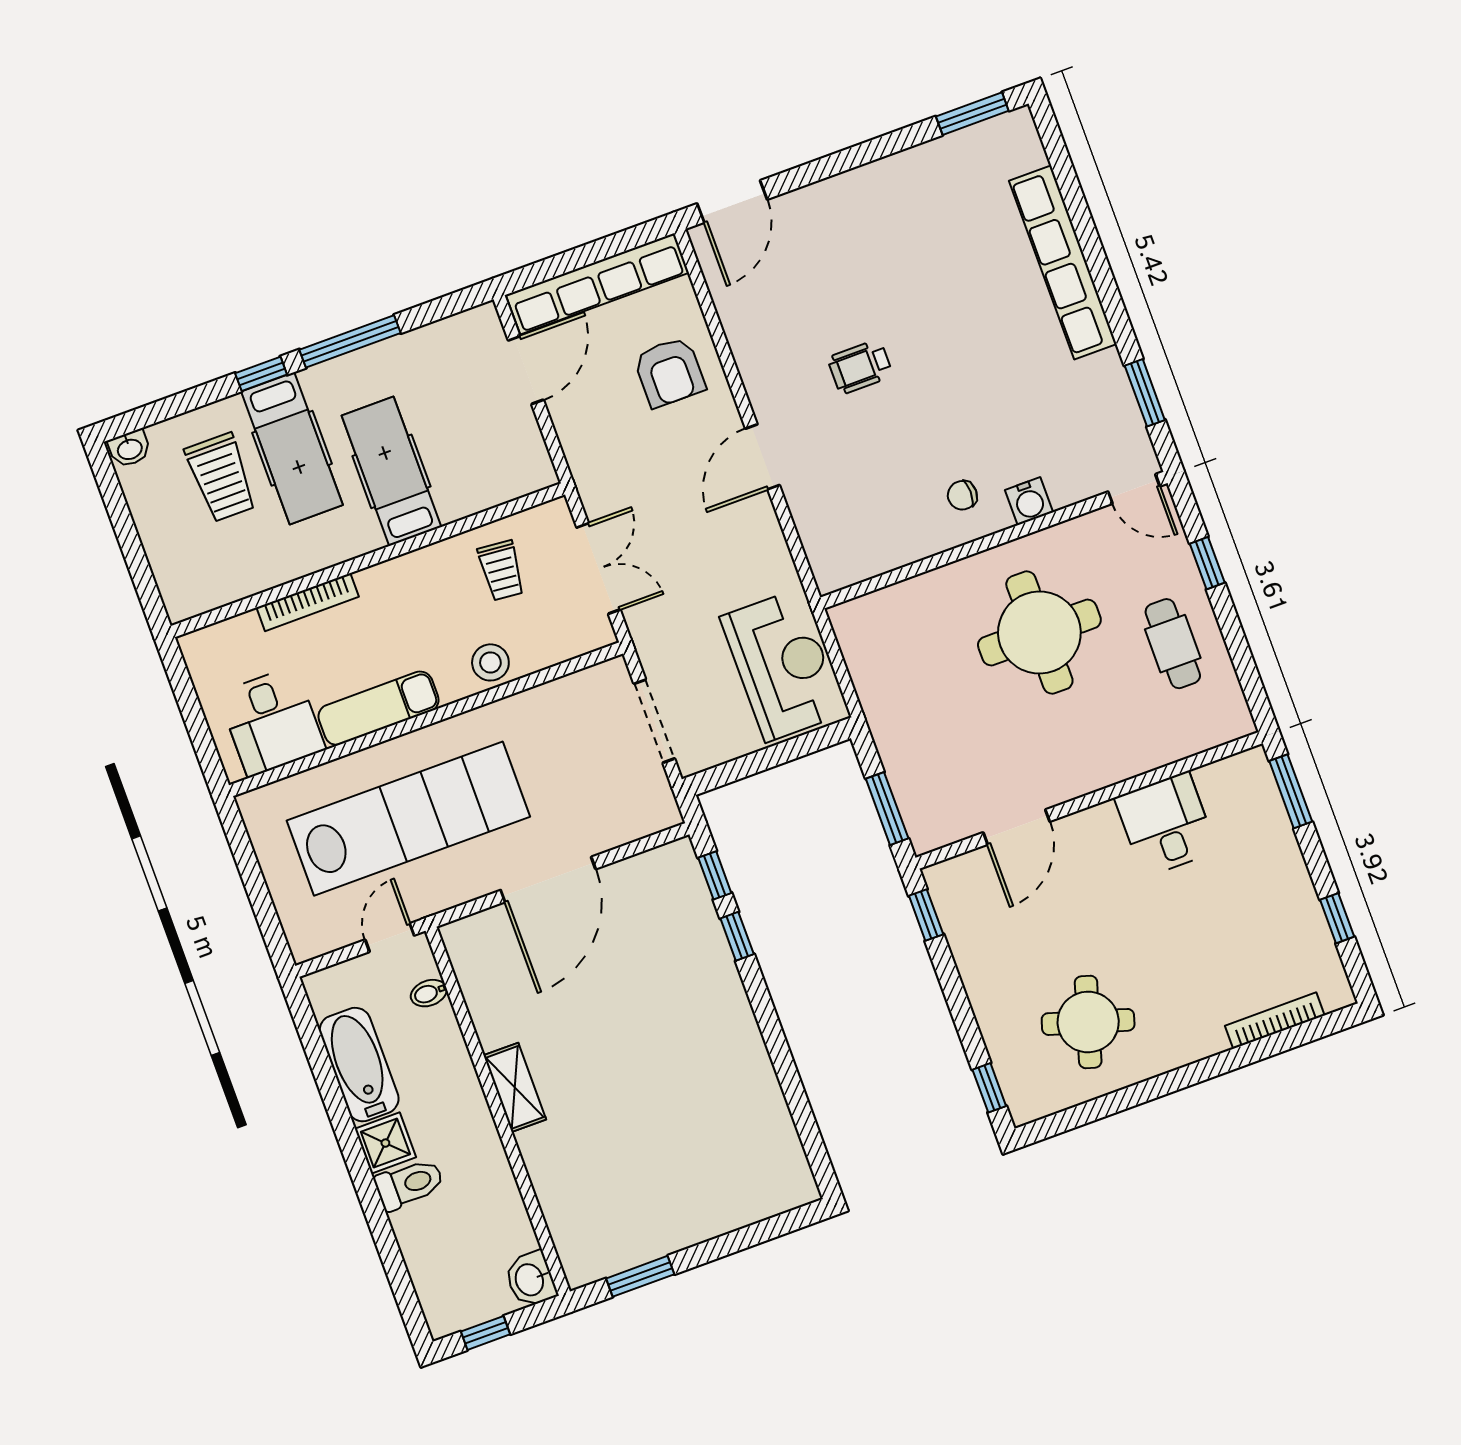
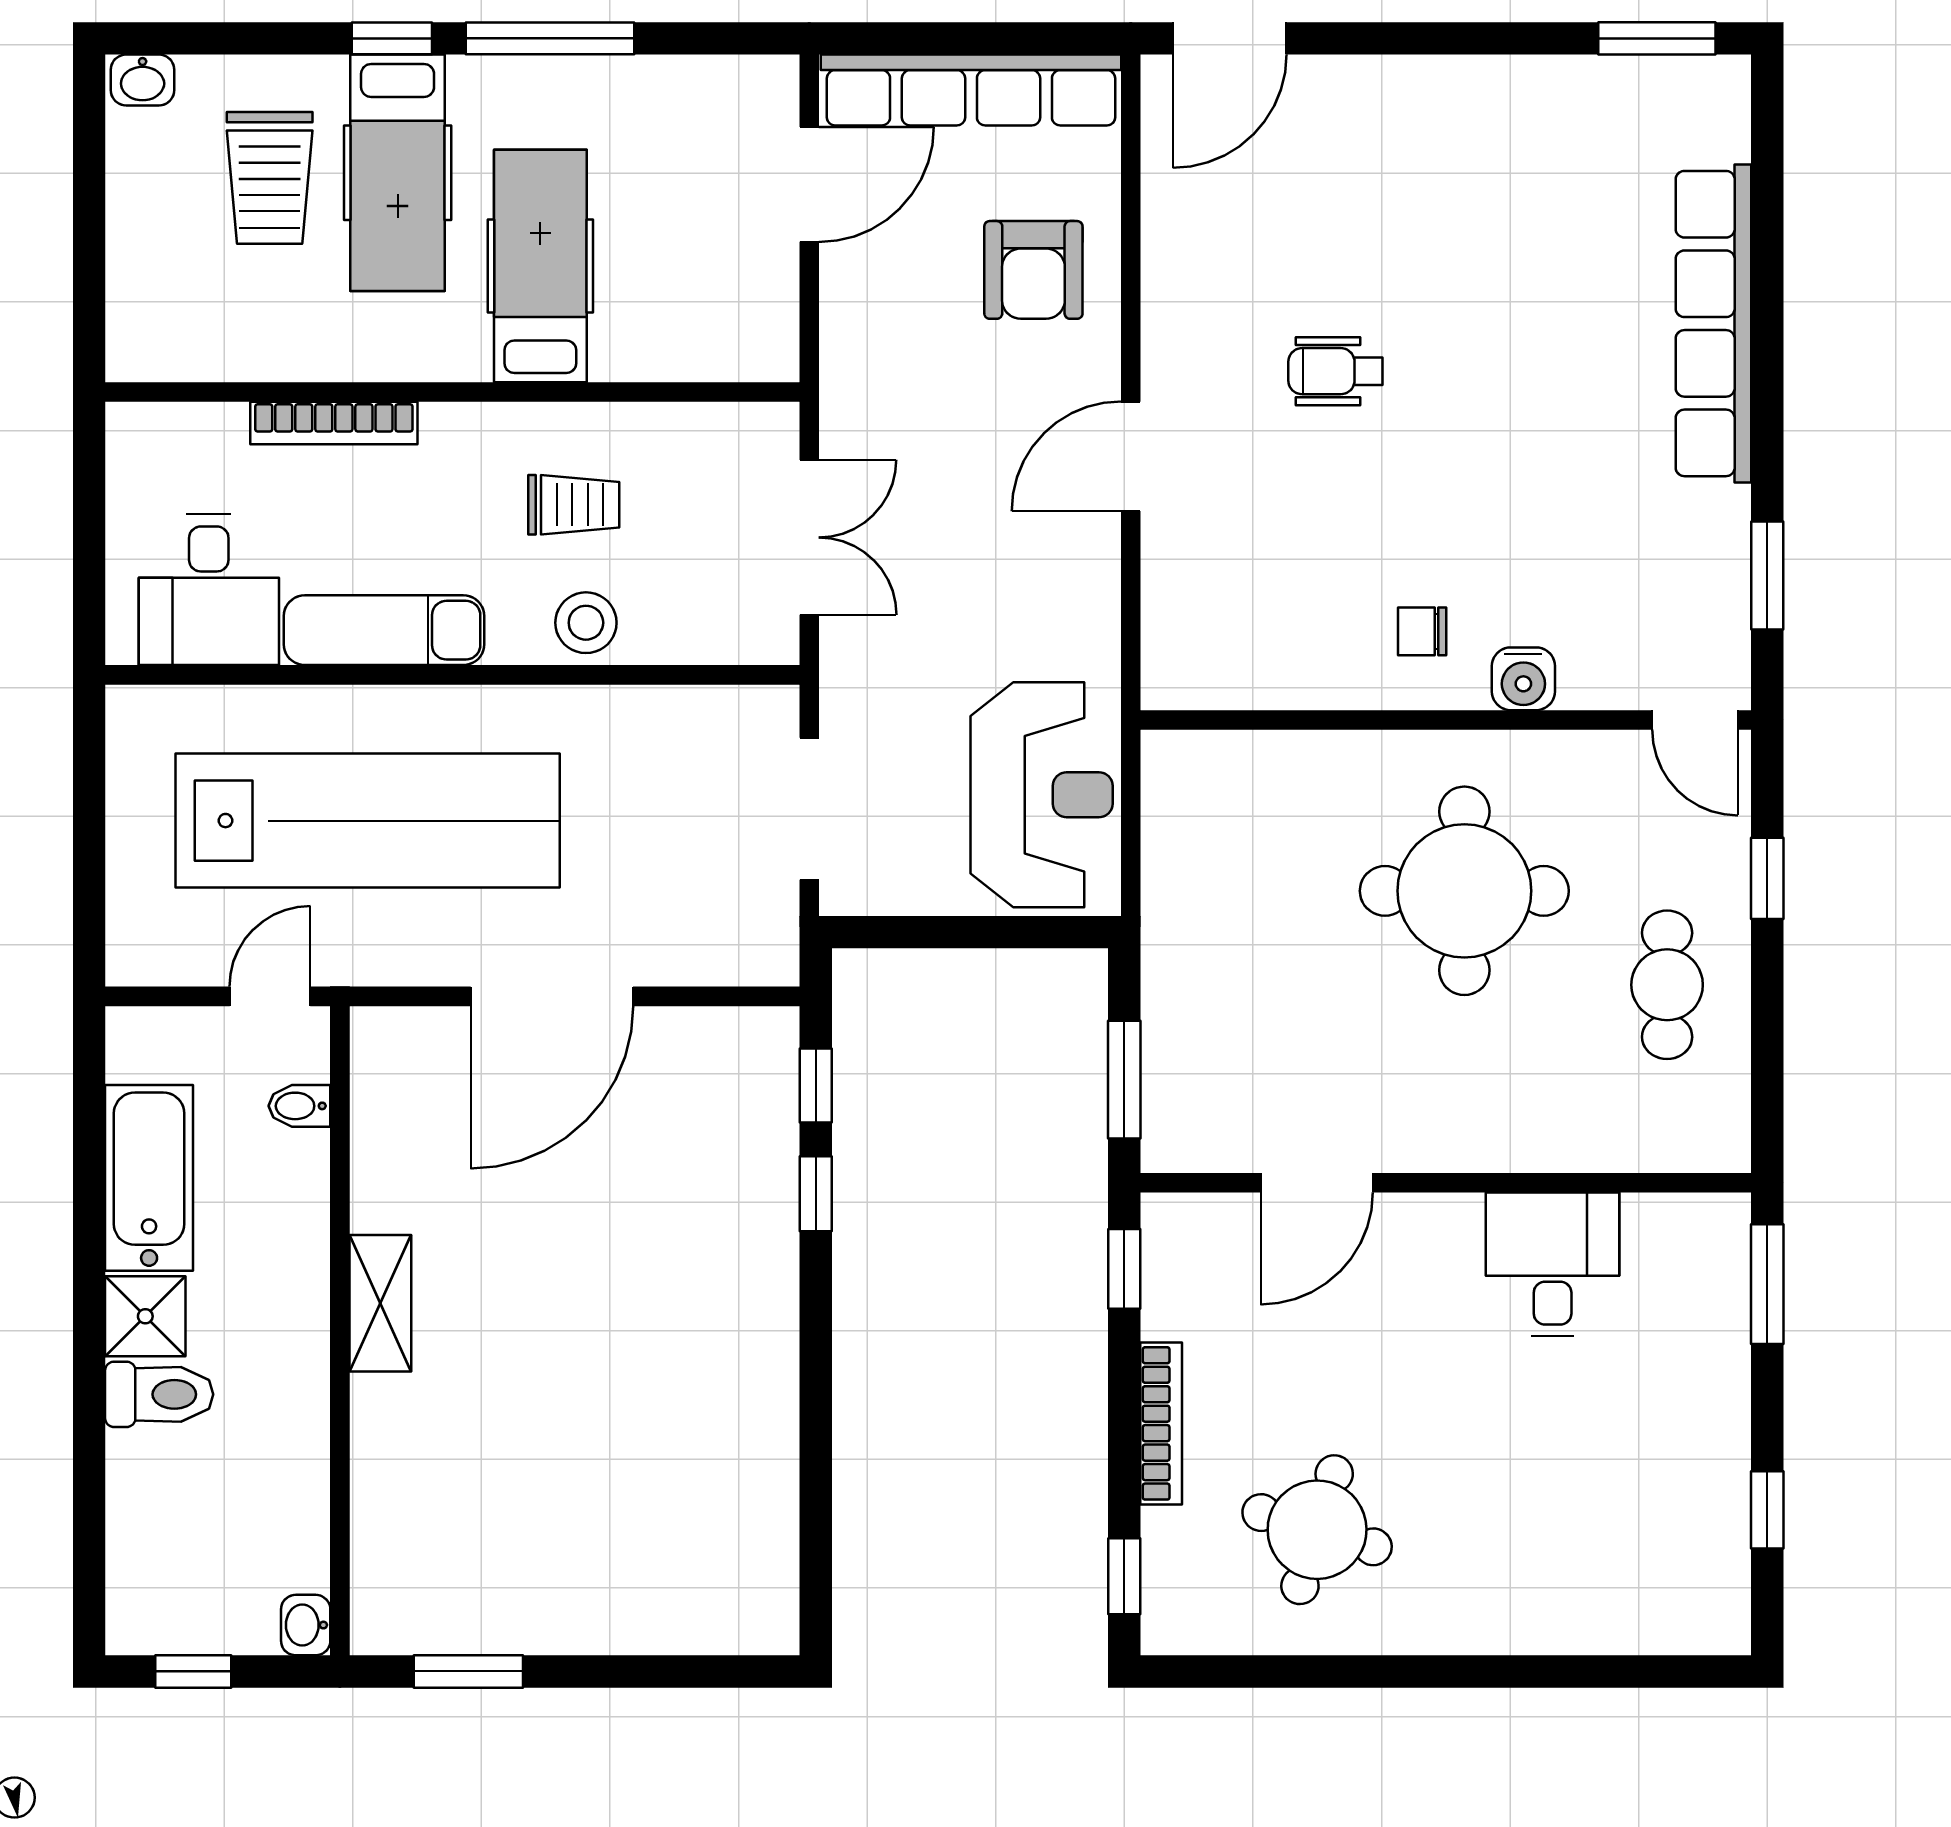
trolley: (501, 570) -> (574, 505), moved, turned -95
bookcase: (1275, 1021) -> (1161, 1423), moved, turned 90
washbasin: (531, 1279) -> (306, 1625), width x0.72, depth x0.69

